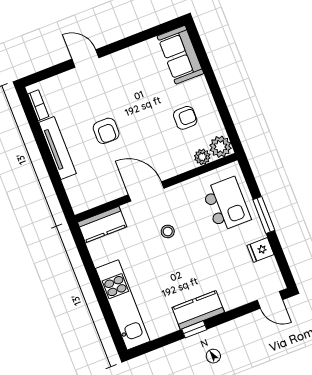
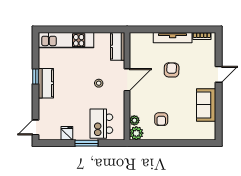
sofa: (180, 55) -> (206, 105), moved, turned -90
armchair: (106, 131) -> (172, 70), turned 92
kitchen island: (226, 204) -> (101, 124), turned 90

